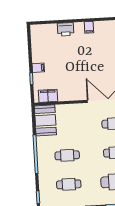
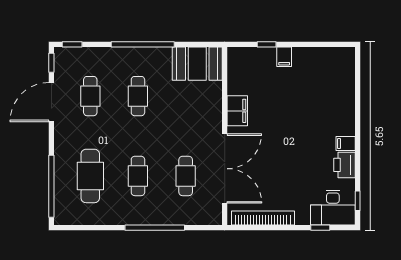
printer: (66, 29) -> (344, 165), moved
filing cabinet: (48, 96) -> (237, 111), moved

